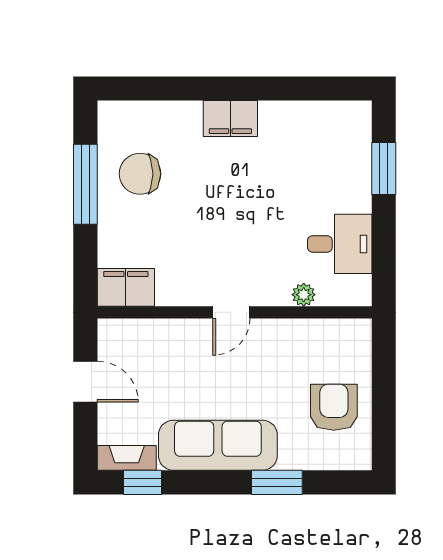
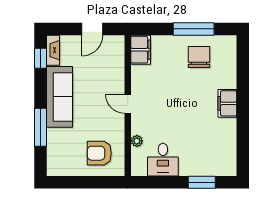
armchair: (334, 407) -> (99, 153), moved, turned 180
window: (277, 482) -> (40, 127), width x1.44

